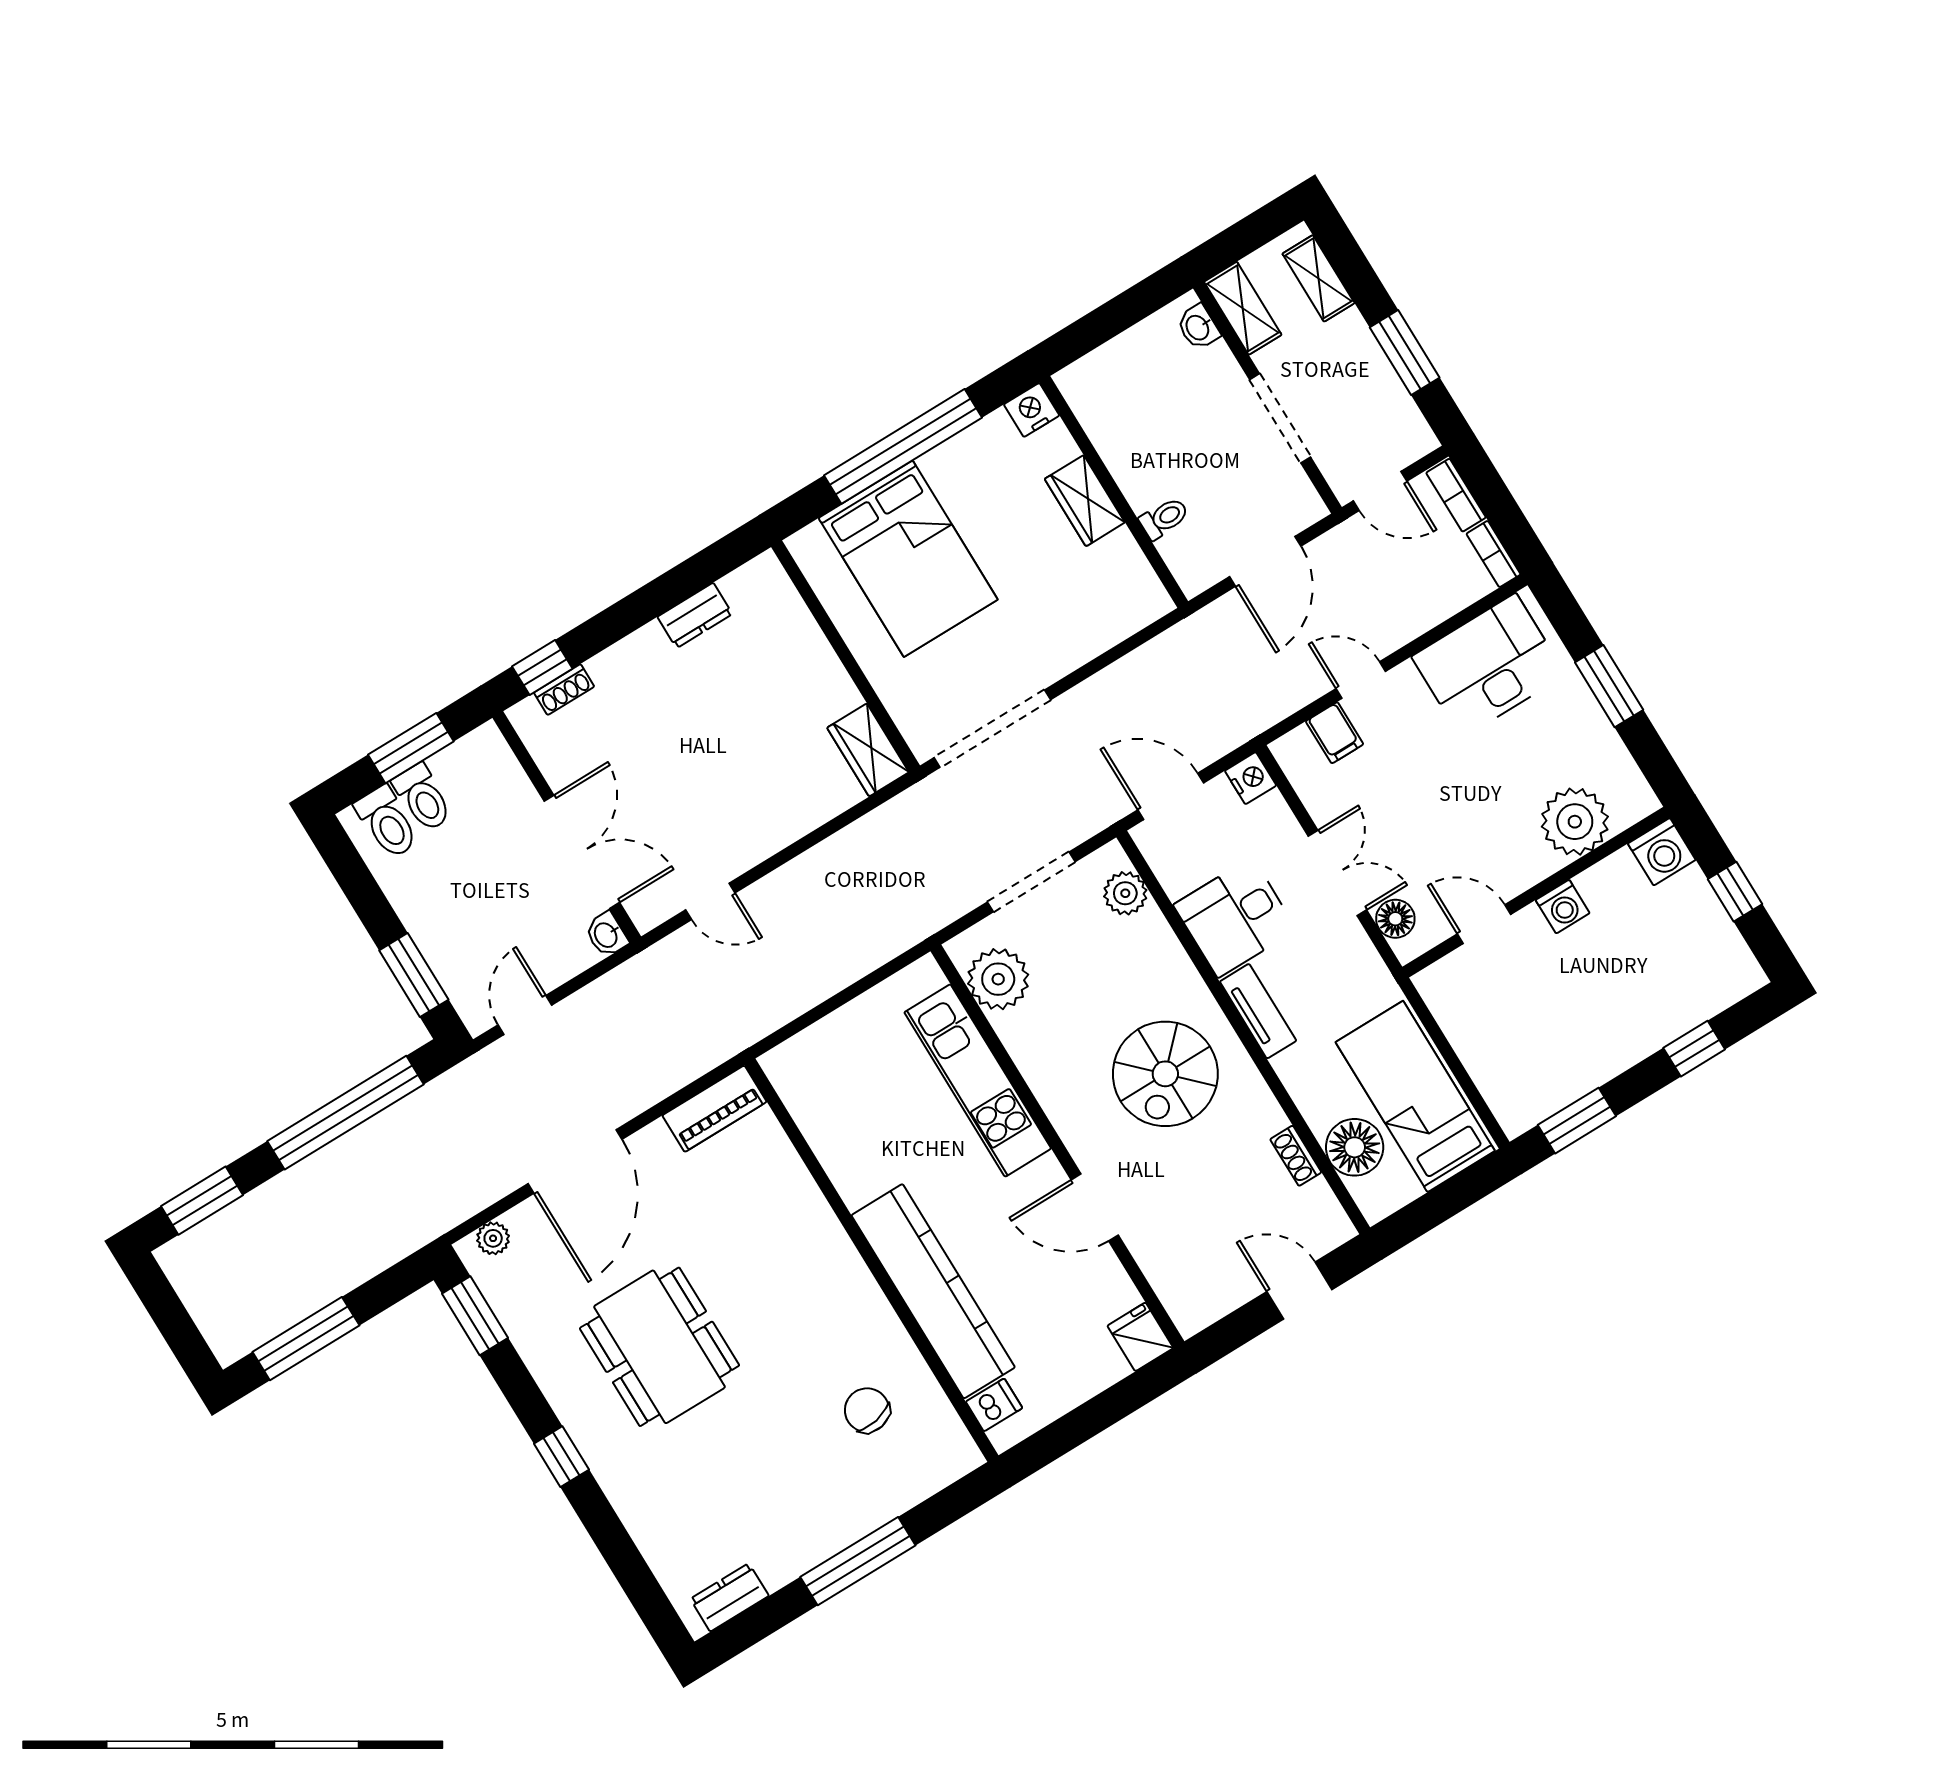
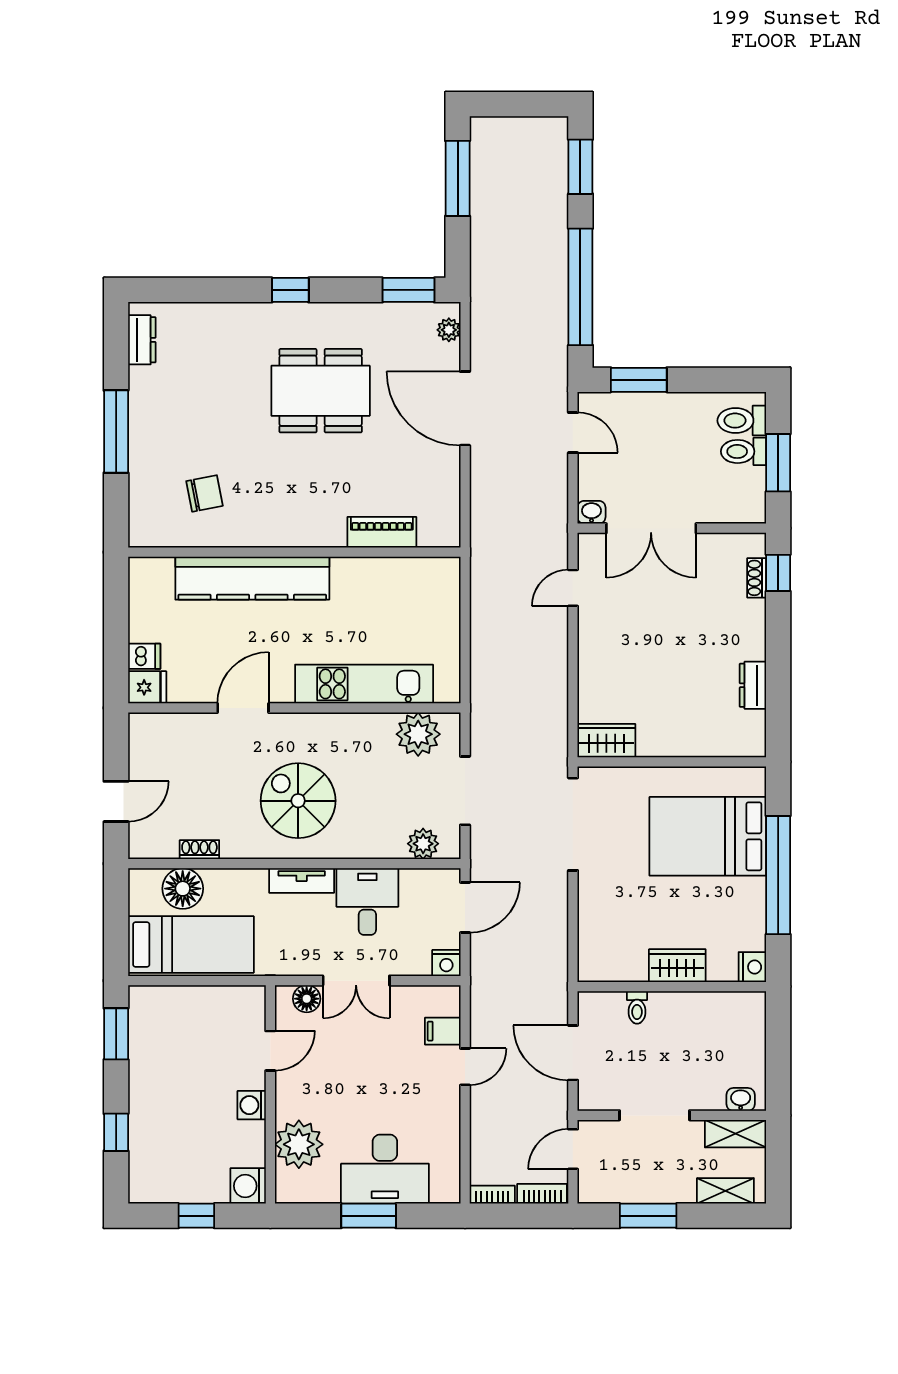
desk: (1489, 666) -> (385, 1169), moved, turned 90
piano: (714, 1109) -> (382, 532), moved, turned 90
dishwasher: (994, 1405) -> (144, 656), moved, turned -90

